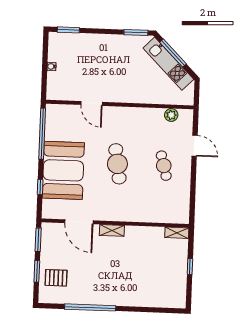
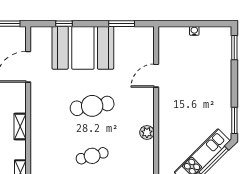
plant: (171, 115) -> (147, 132), moved
window: (42, 134) -> (122, 24), width x0.47
shelving: (112, 230) -> (20, 126), moved

